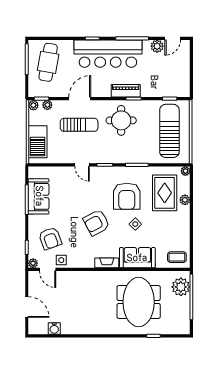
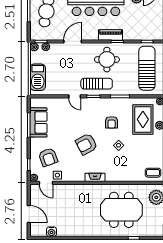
sun lounger: (79, 125) -> (97, 84), moved
armchair: (127, 196) -> (112, 122), width x0.53, depth x0.53
sofa: (137, 258) -> (120, 173), removed
meeting table: (139, 302) -> (121, 210), turned 90

